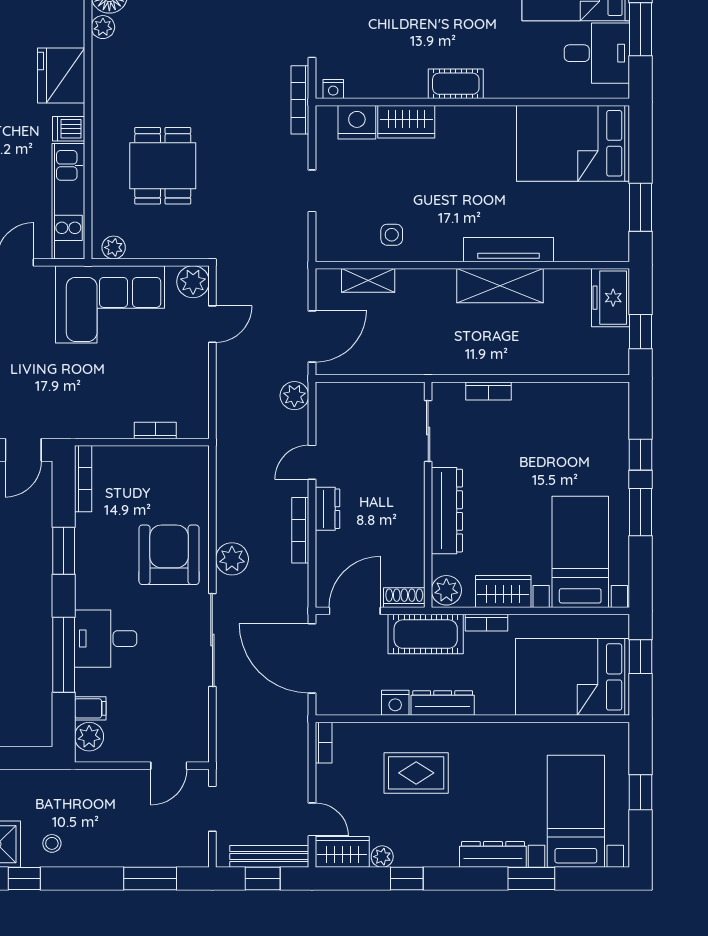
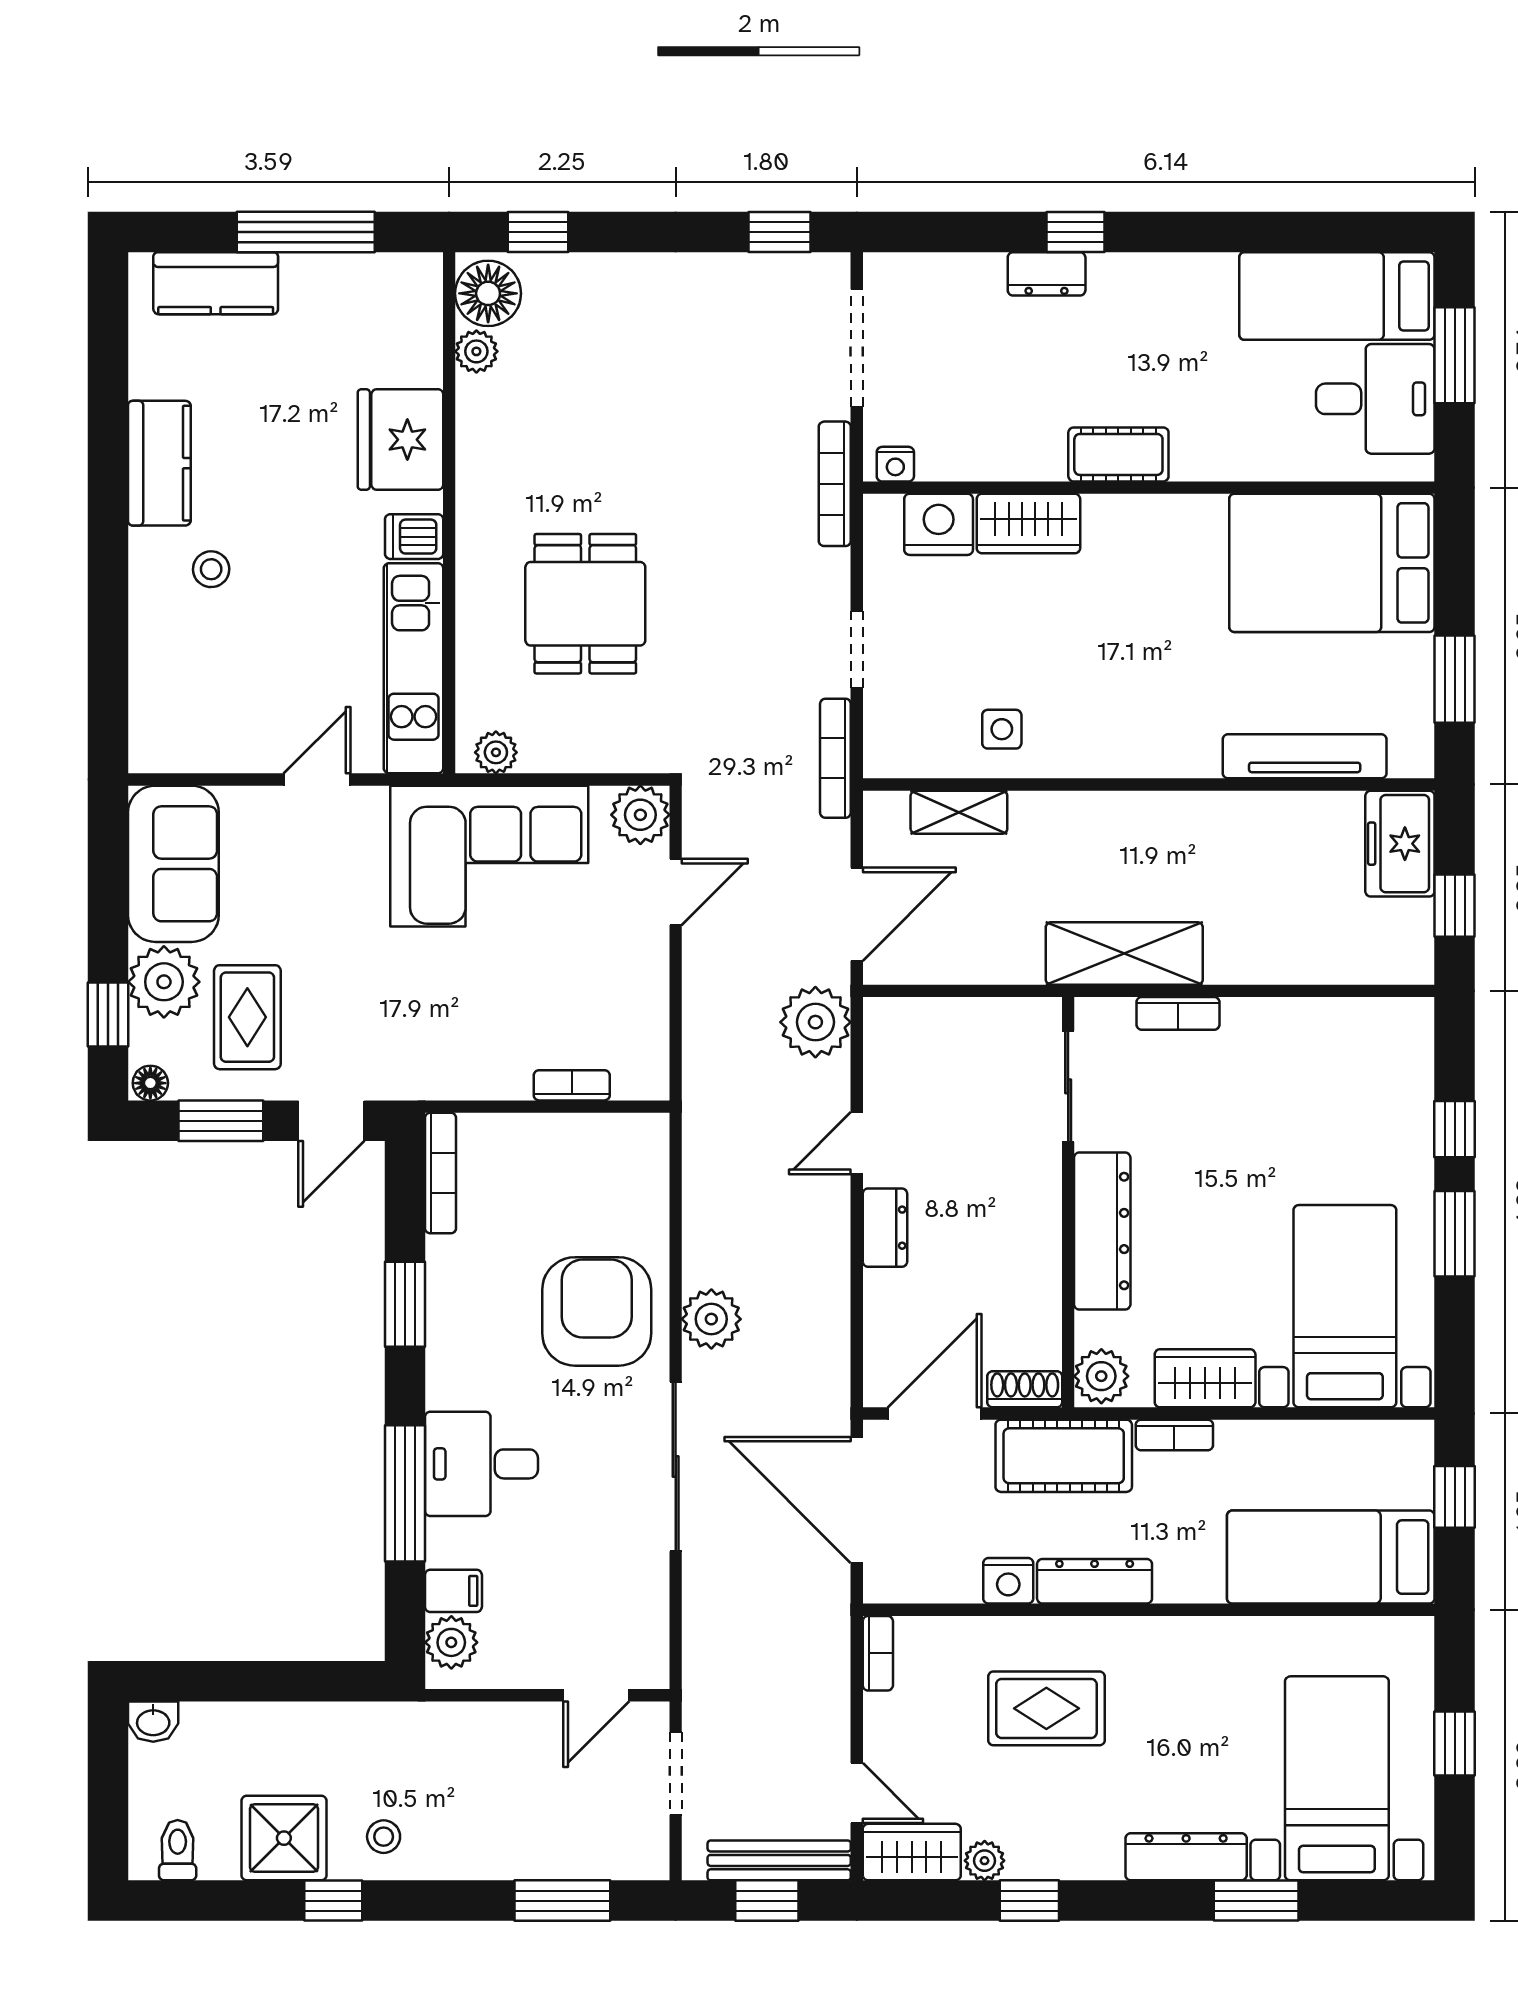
tv unit: (509, 250) -> (1305, 756), moved
shelving: (500, 286) -> (1124, 953), moved
plant: (294, 396) -> (815, 1022), width x1.36, depth x1.36
bookcase: (300, 530) -> (835, 758), moved
bed: (573, 677) -> (1331, 1557), width x0.67

